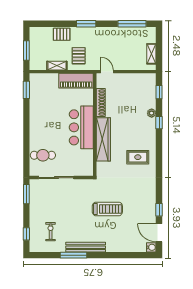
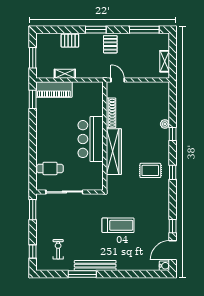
pallet: (79, 56) -> (110, 44), moved
piano: (76, 81) -> (54, 90), moved
window: (159, 92) -> (173, 172), moved
door: (159, 233) -> (173, 250), hinge flipped

